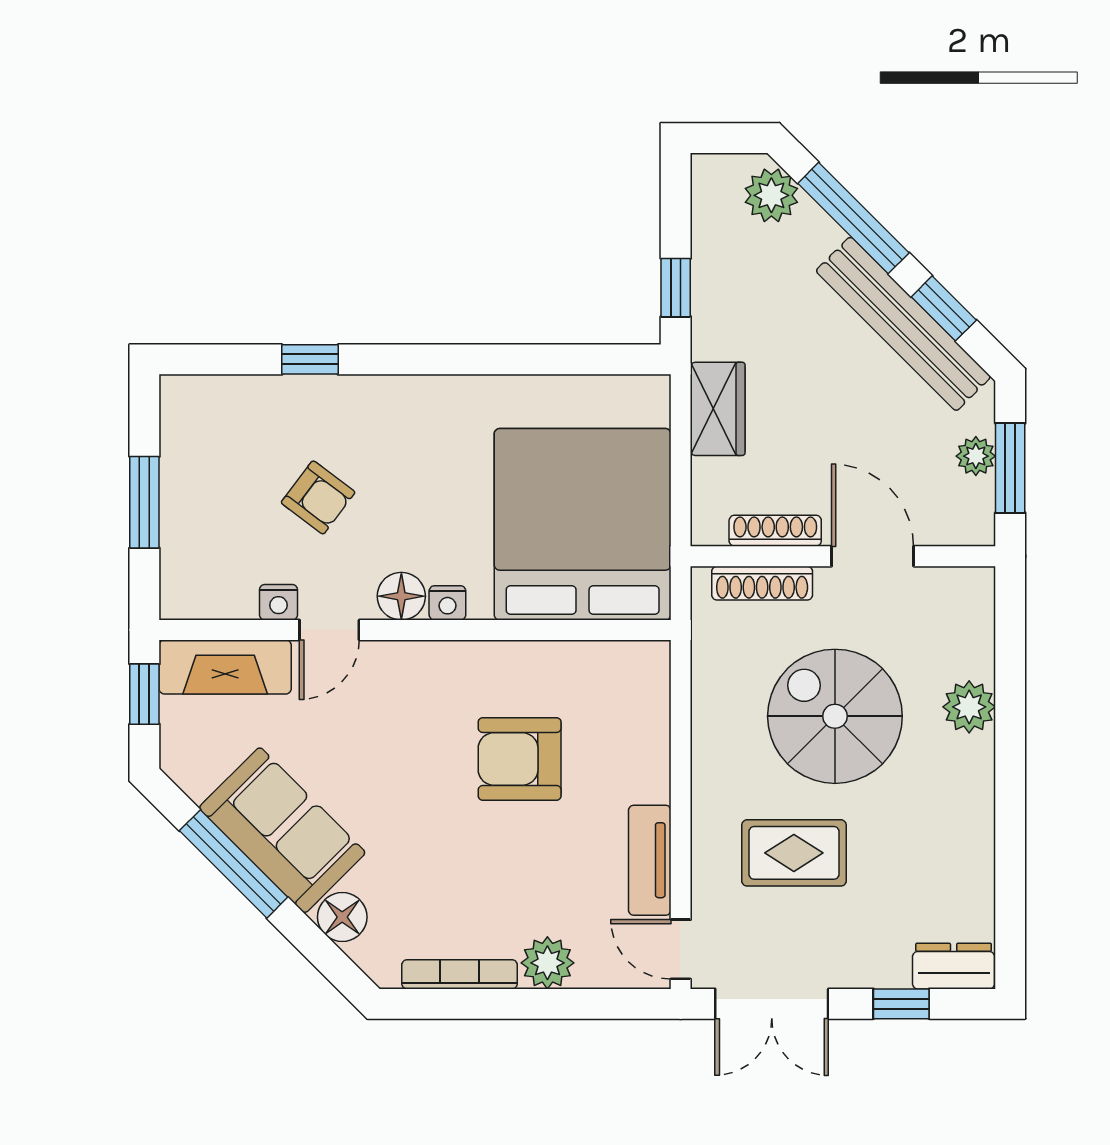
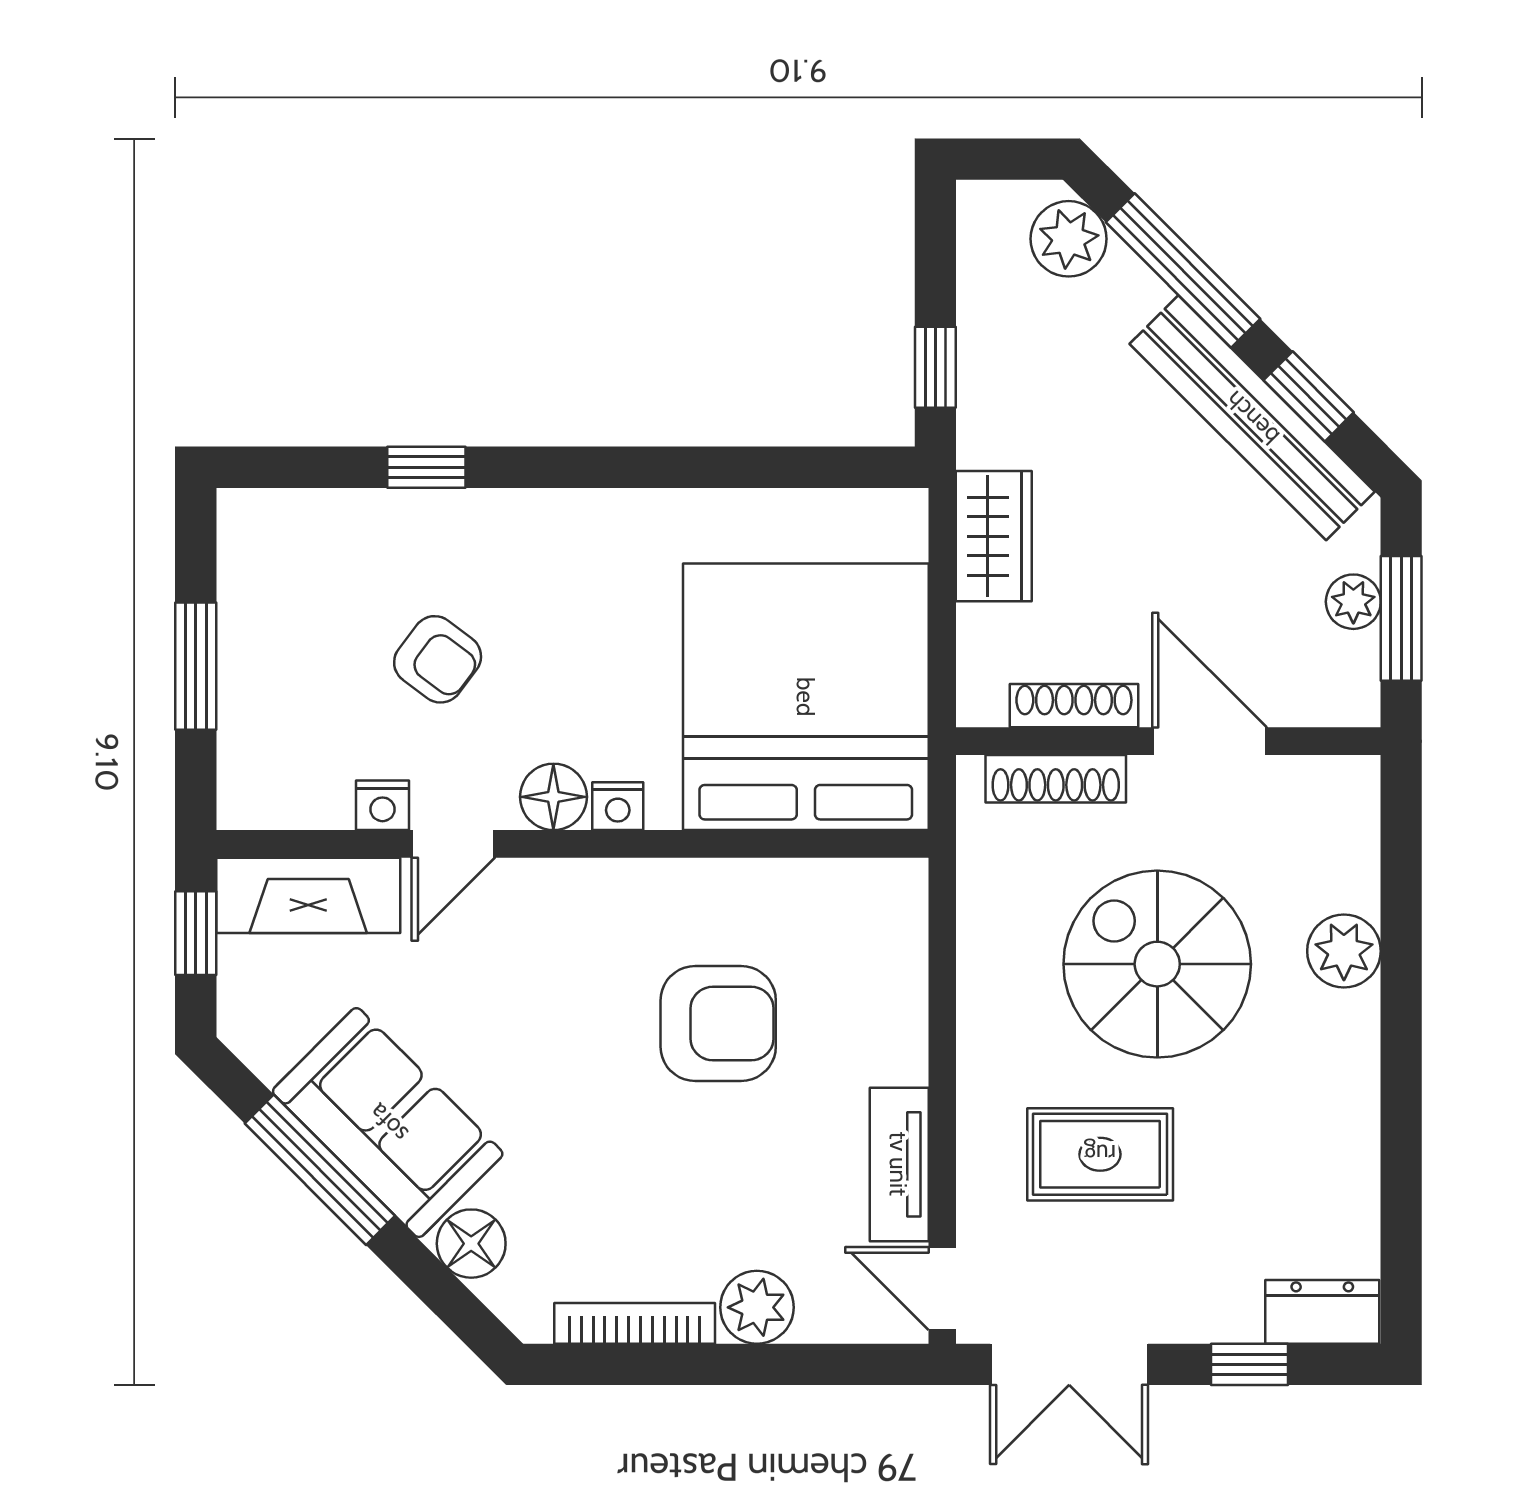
armchair: (520, 759) -> (718, 1024), turned 180

